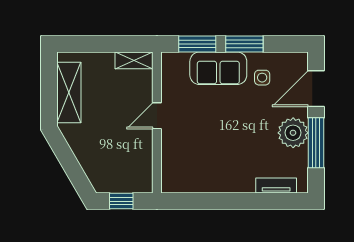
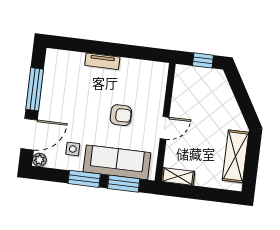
sofa: (218, 68) -> (117, 162), width x1.36
armchair: (210, 125) -> (121, 115), added
plant: (293, 133) -> (39, 160), moved, width x0.53, depth x0.53
tv unit: (276, 186) -> (102, 61), moved

